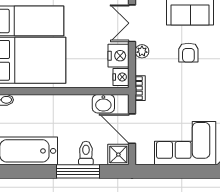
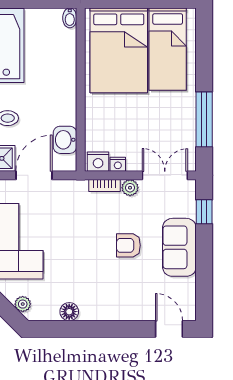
nightstand: (118, 56) -> (118, 164), width x0.53, depth x0.56
bookcase: (140, 88) -> (104, 186), moved

